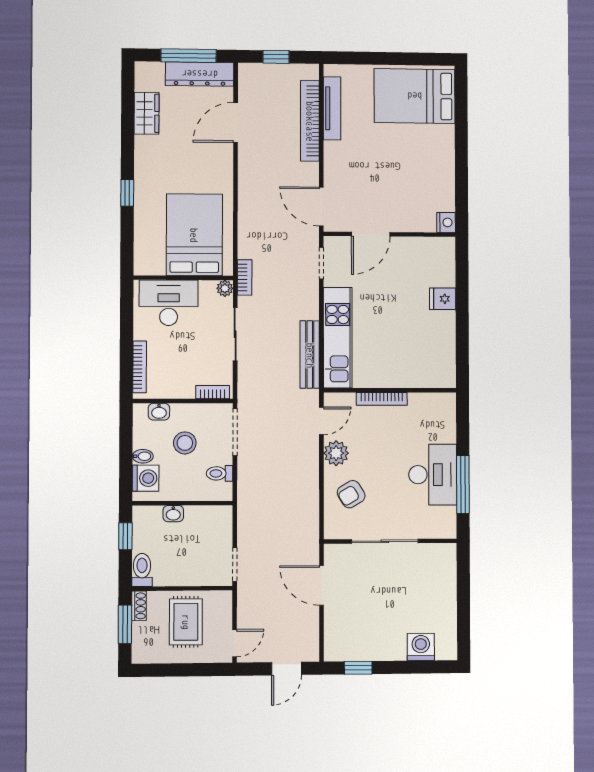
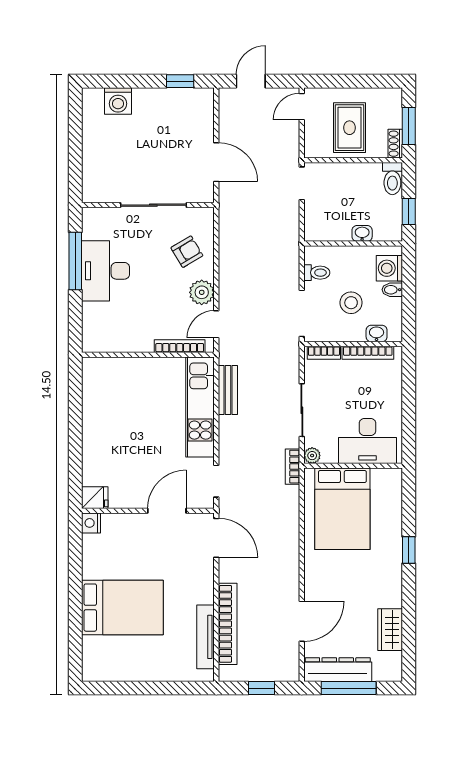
bed: (415, 96) -> (122, 608), moved
fridge: (443, 299) -> (95, 498), moved
bench: (310, 355) -> (228, 390), width x0.73
bookcase: (140, 367) -> (368, 353), moved, turned -90
bookcase: (382, 399) -> (180, 346), moved

